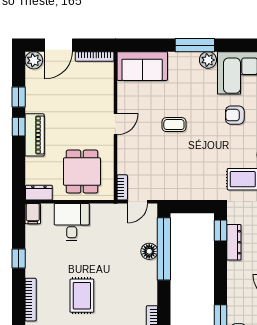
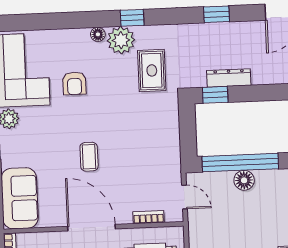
door: (115, 124) -> (91, 228), width x1.88
bookcase: (122, 187) -> (149, 217), moved

